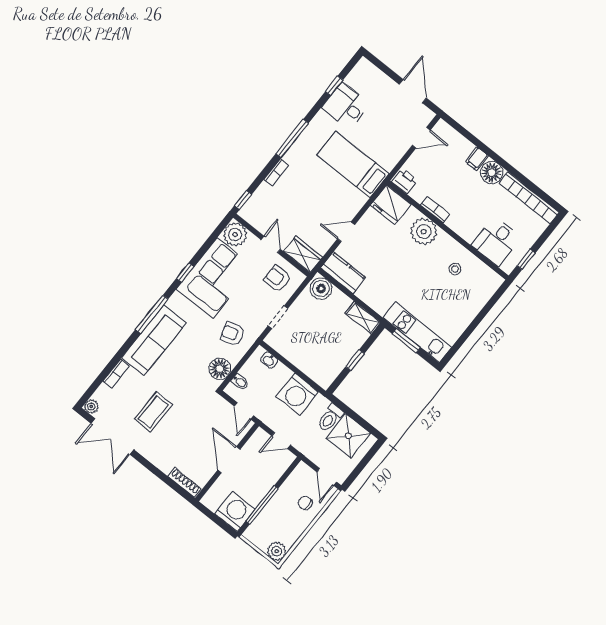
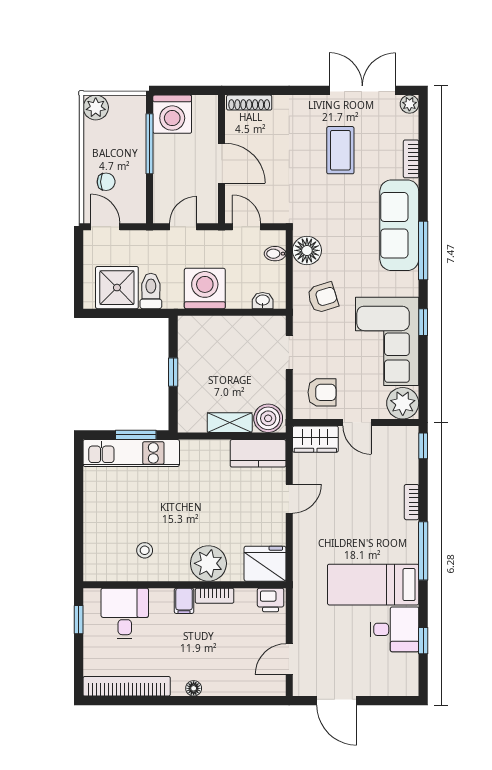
filing cabinet: (477, 159) -> (184, 601), moved, turned 180
bed: (353, 164) -> (373, 585), moved, turned 180
floor lamp: (492, 173) -> (194, 688), width x0.53, depth x0.53
shelving: (363, 318) -> (230, 423), moved

